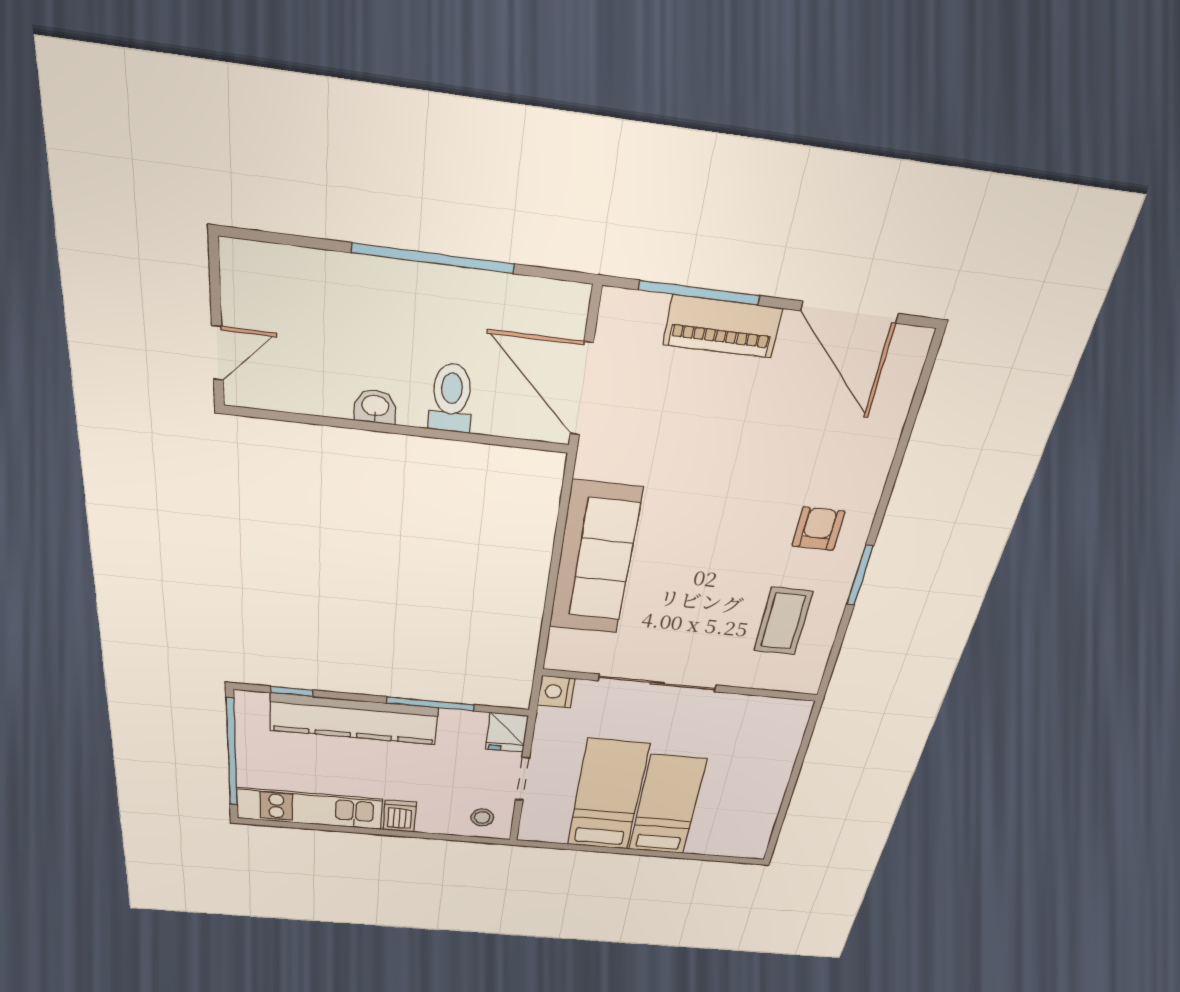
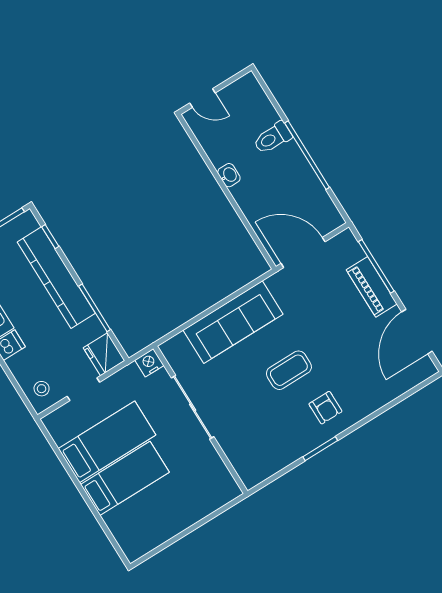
door: (582, 389) -> (303, 253), hinge flipped
toilet: (451, 398) -> (273, 138), moved, turned 180
armchair: (818, 529) -> (325, 408), turned 90
coffee table: (783, 621) -> (289, 370), moved
fridge: (507, 732) -> (104, 354), width x1.38

